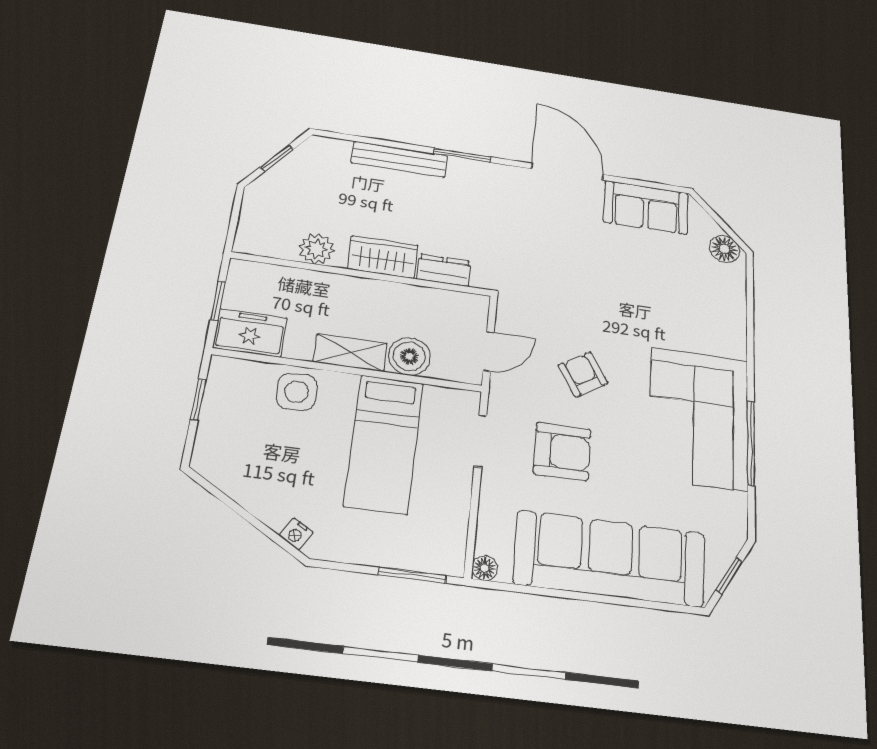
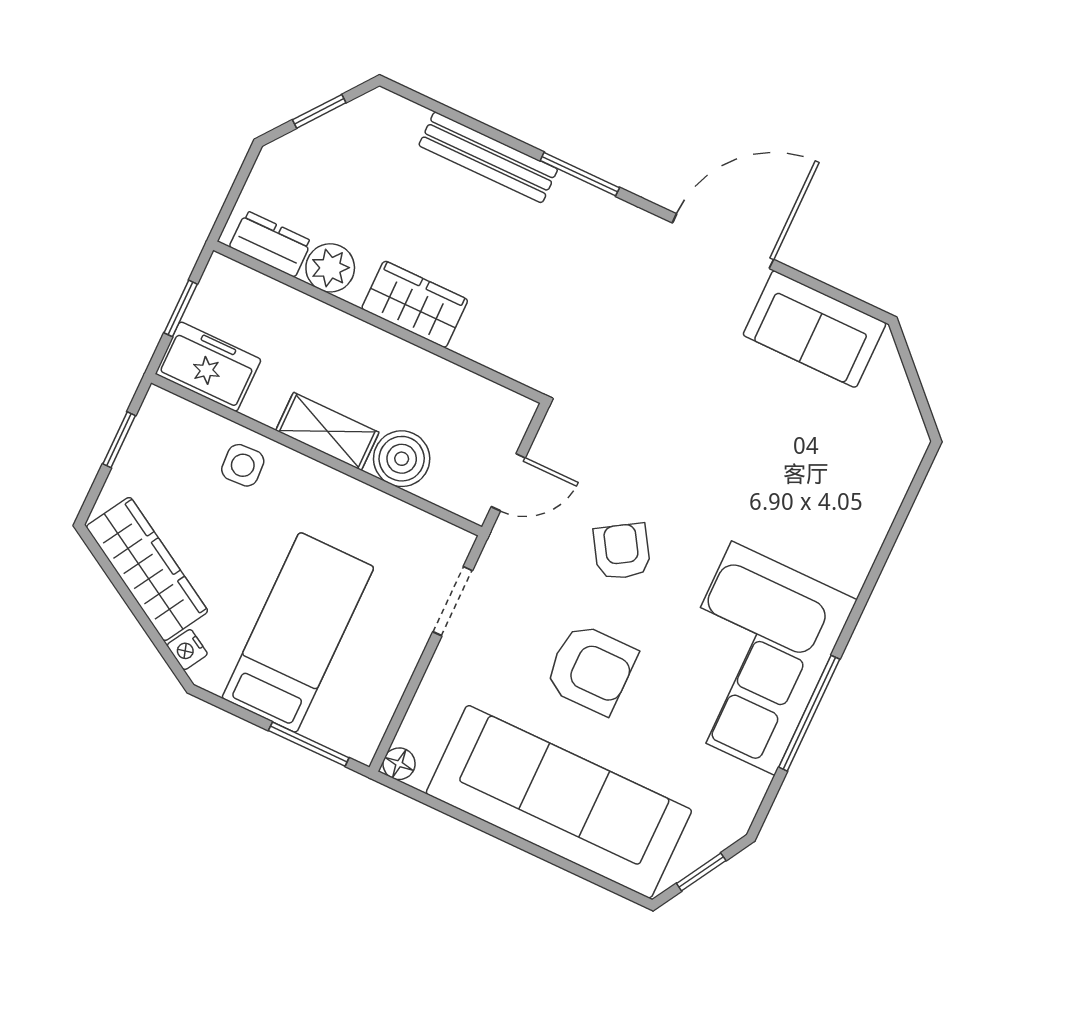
door: (568, 172) -> (723, 241), hinge flipped
floor lamp: (724, 249) -> (902, 425), removed
dresser: (444, 270) -> (270, 244), moved
side table: (297, 392) -> (243, 465), width x0.73, depth x0.73
bed: (384, 444) -> (298, 632), moved, turned 180
armchair: (562, 452) -> (591, 669), moved
wardrobe: (247, 484) -> (147, 569), added

